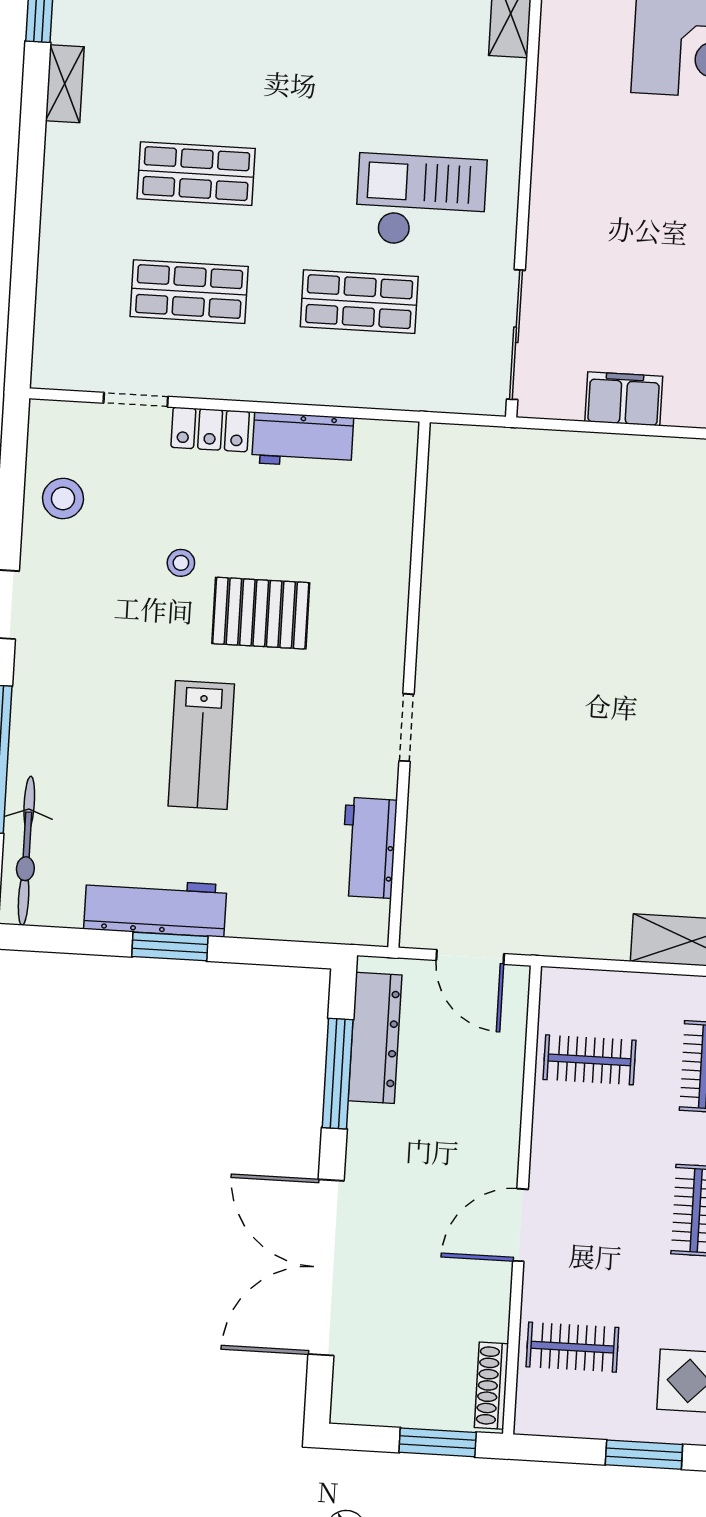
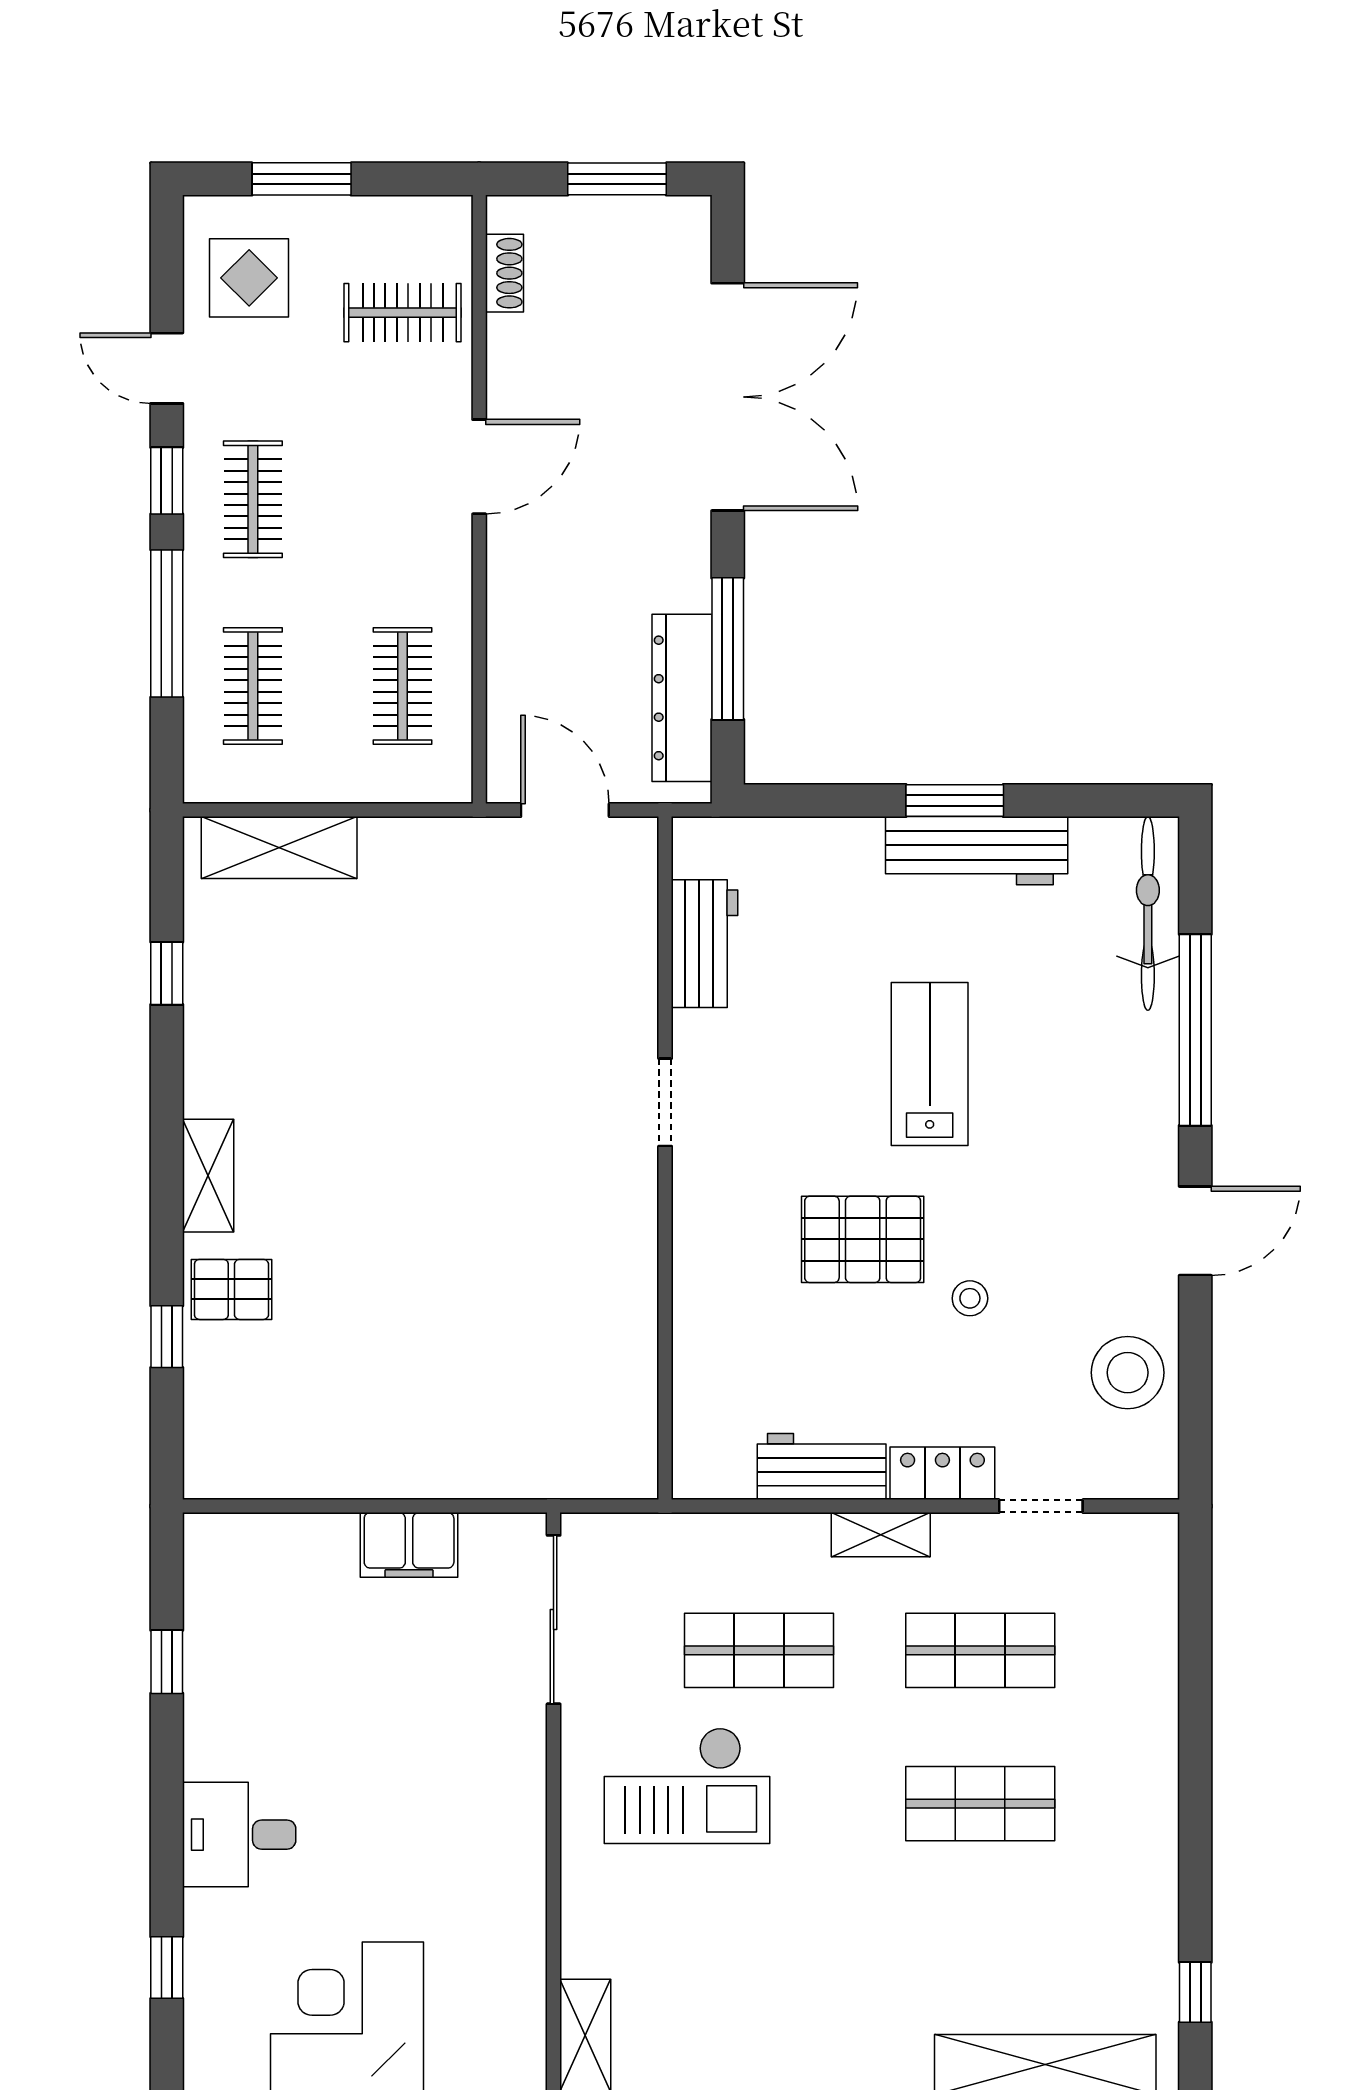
shelving: (65, 84) -> (881, 1535), moved, turned 90
stool: (63, 498) -> (1128, 1373), width x1.38, depth x1.38
clothes rail: (589, 1060) -> (403, 686), turned 90
shoe rack: (491, 1386) -> (504, 273), width x0.70
window: (438, 1442) -> (617, 179), moved

